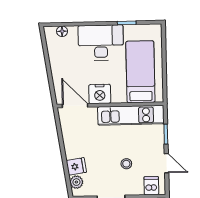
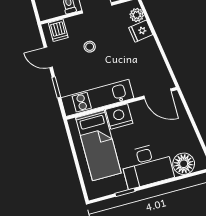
floor lamp: (62, 31) -> (184, 164), width x1.89, depth x1.89
nightstand: (100, 94) -> (119, 116), moved

